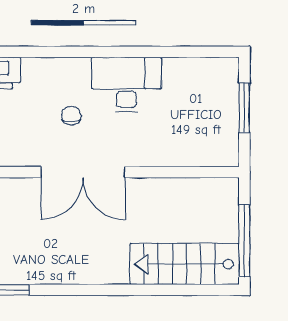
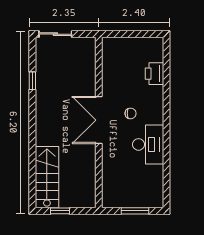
window: (244, 241) -> (60, 211), width x0.46

